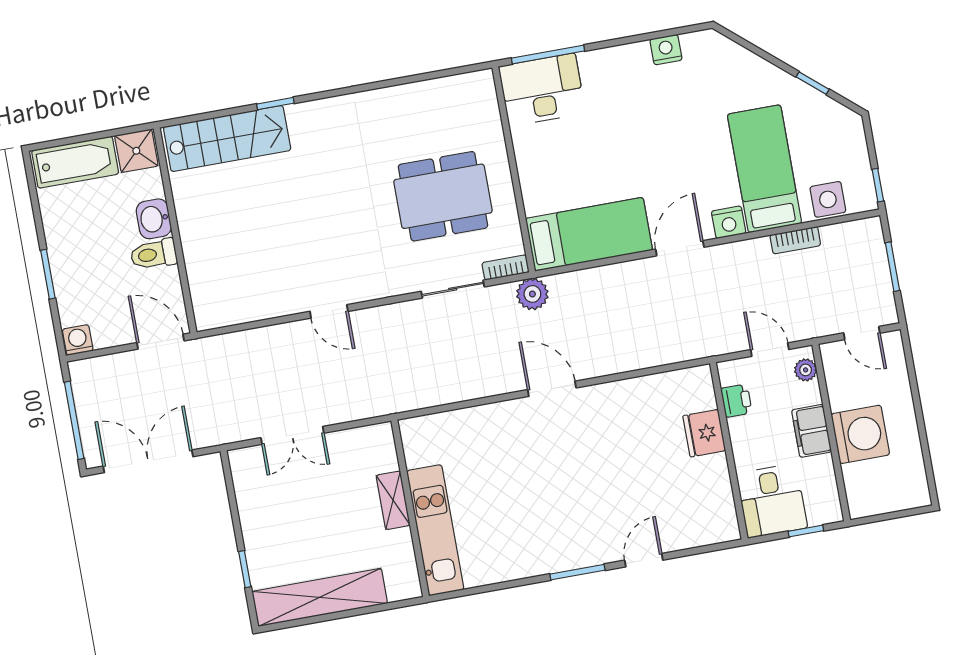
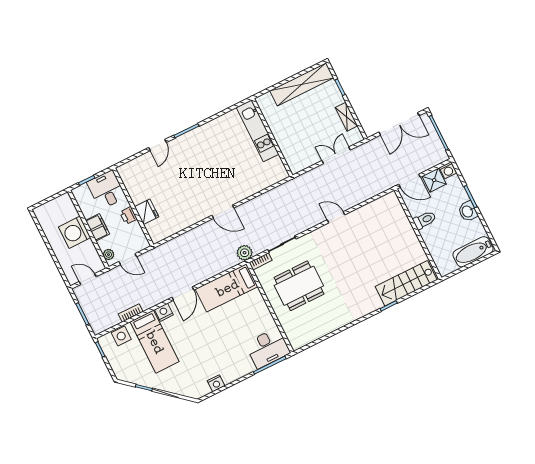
shower: (136, 151) -> (434, 180), moved
washbasin: (154, 219) -> (468, 211), moved, turned 180
printer: (736, 401) -> (128, 216), moved
shelving: (393, 500) -> (346, 117), moved

